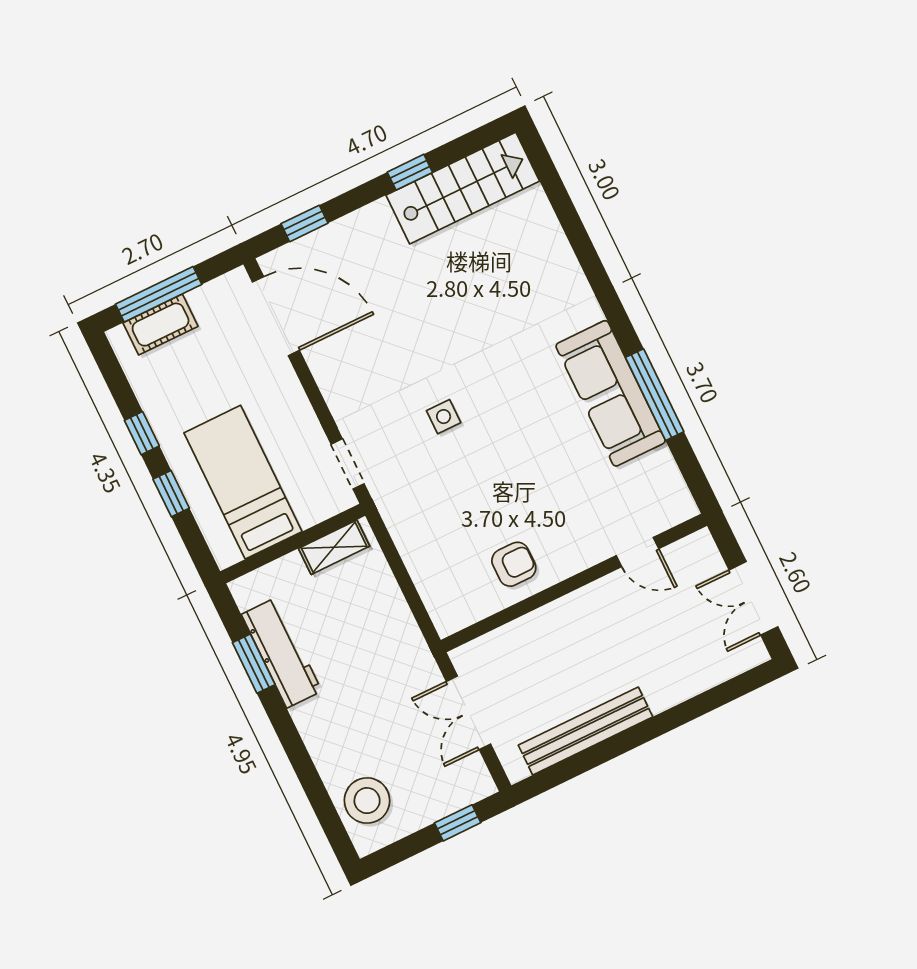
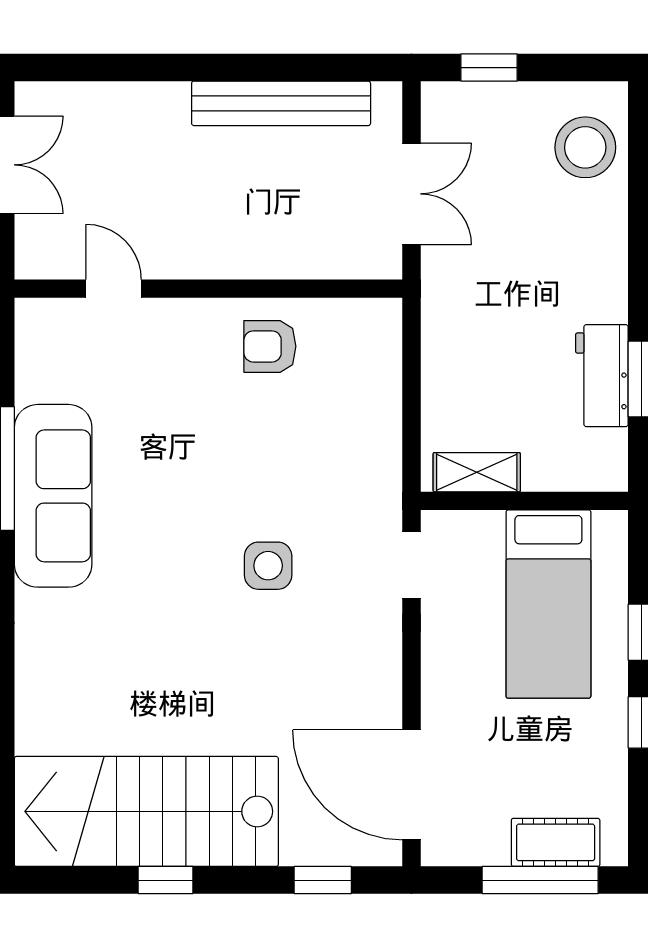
stairs: (463, 188) -> (146, 811), width x1.36, depth x1.51
side table: (444, 417) -> (268, 566), width x1.37, depth x1.37
workbench: (282, 653) -> (602, 376), width x0.73

